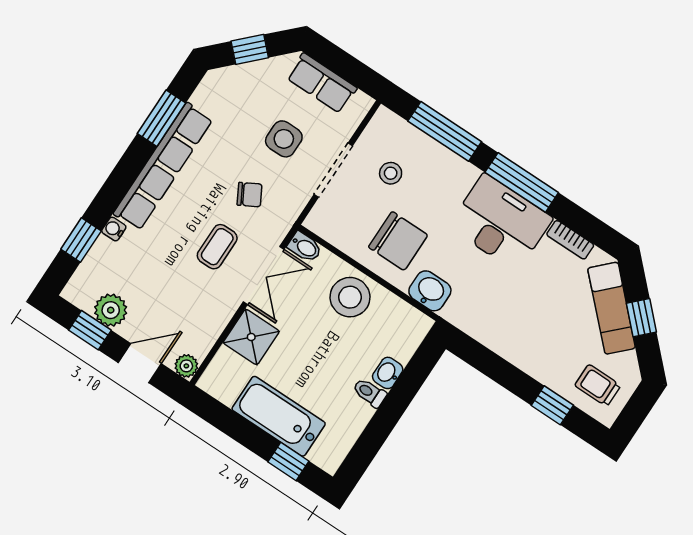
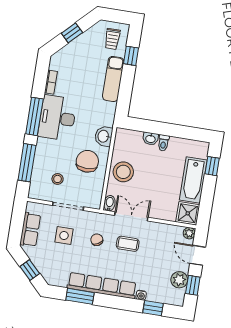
exam couch: (612, 308) -> (113, 79), moved, turned 135
shower: (251, 337) -> (188, 213), moved

